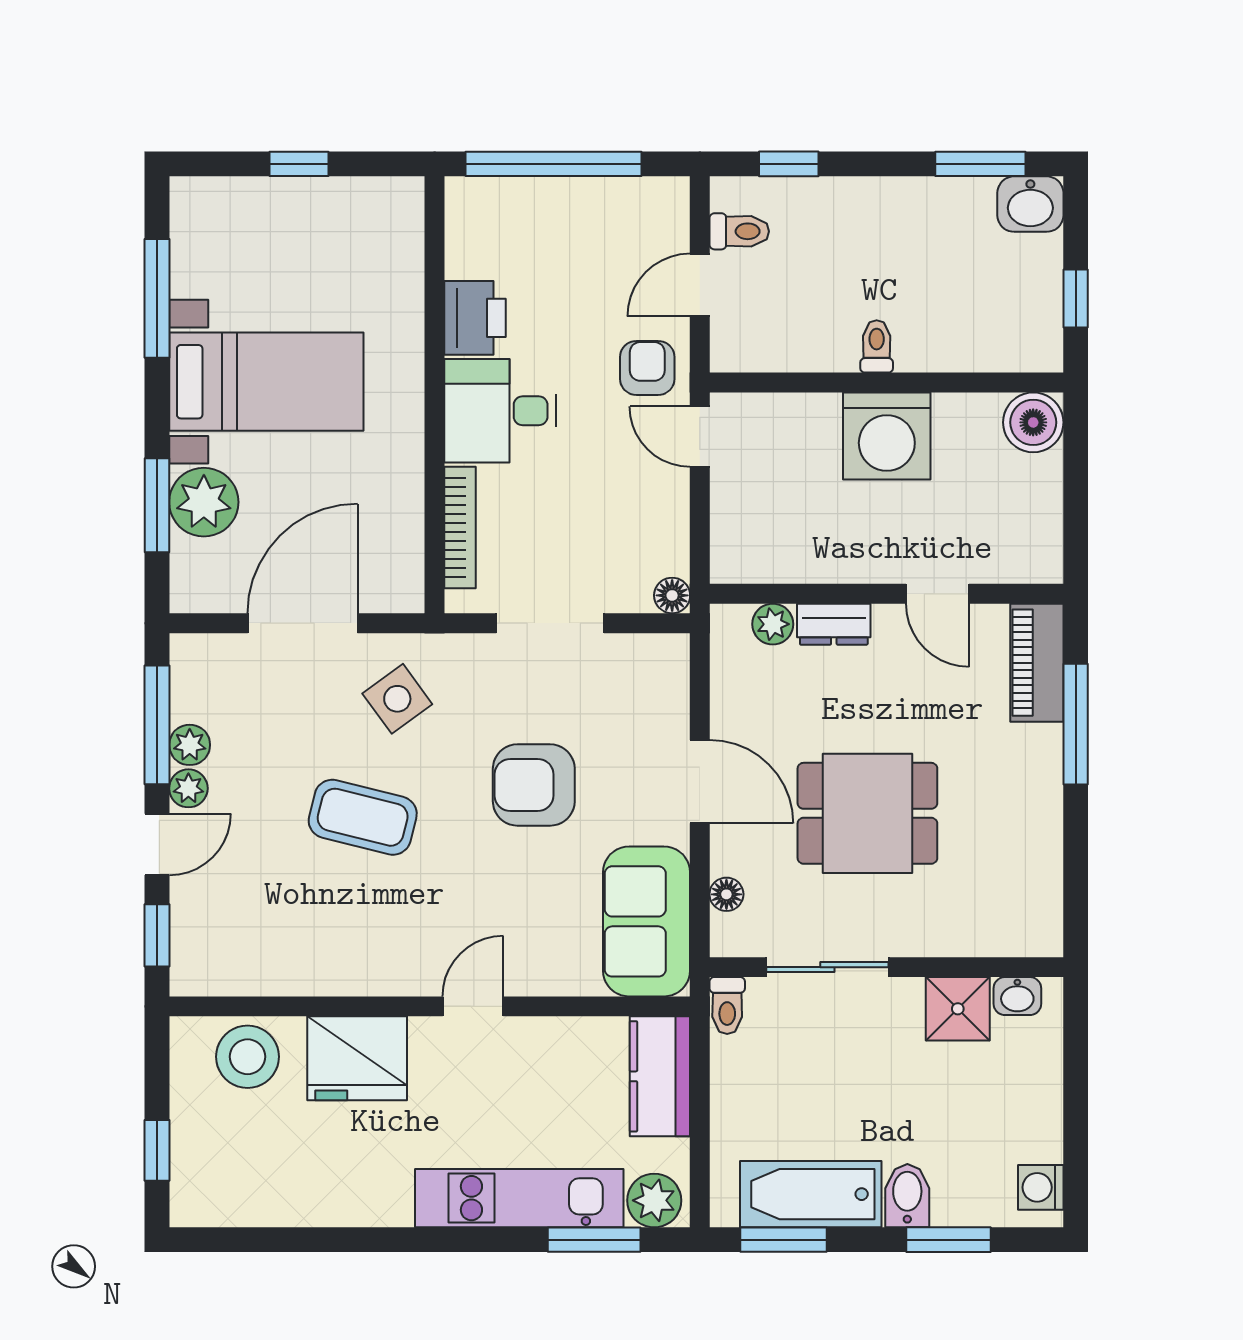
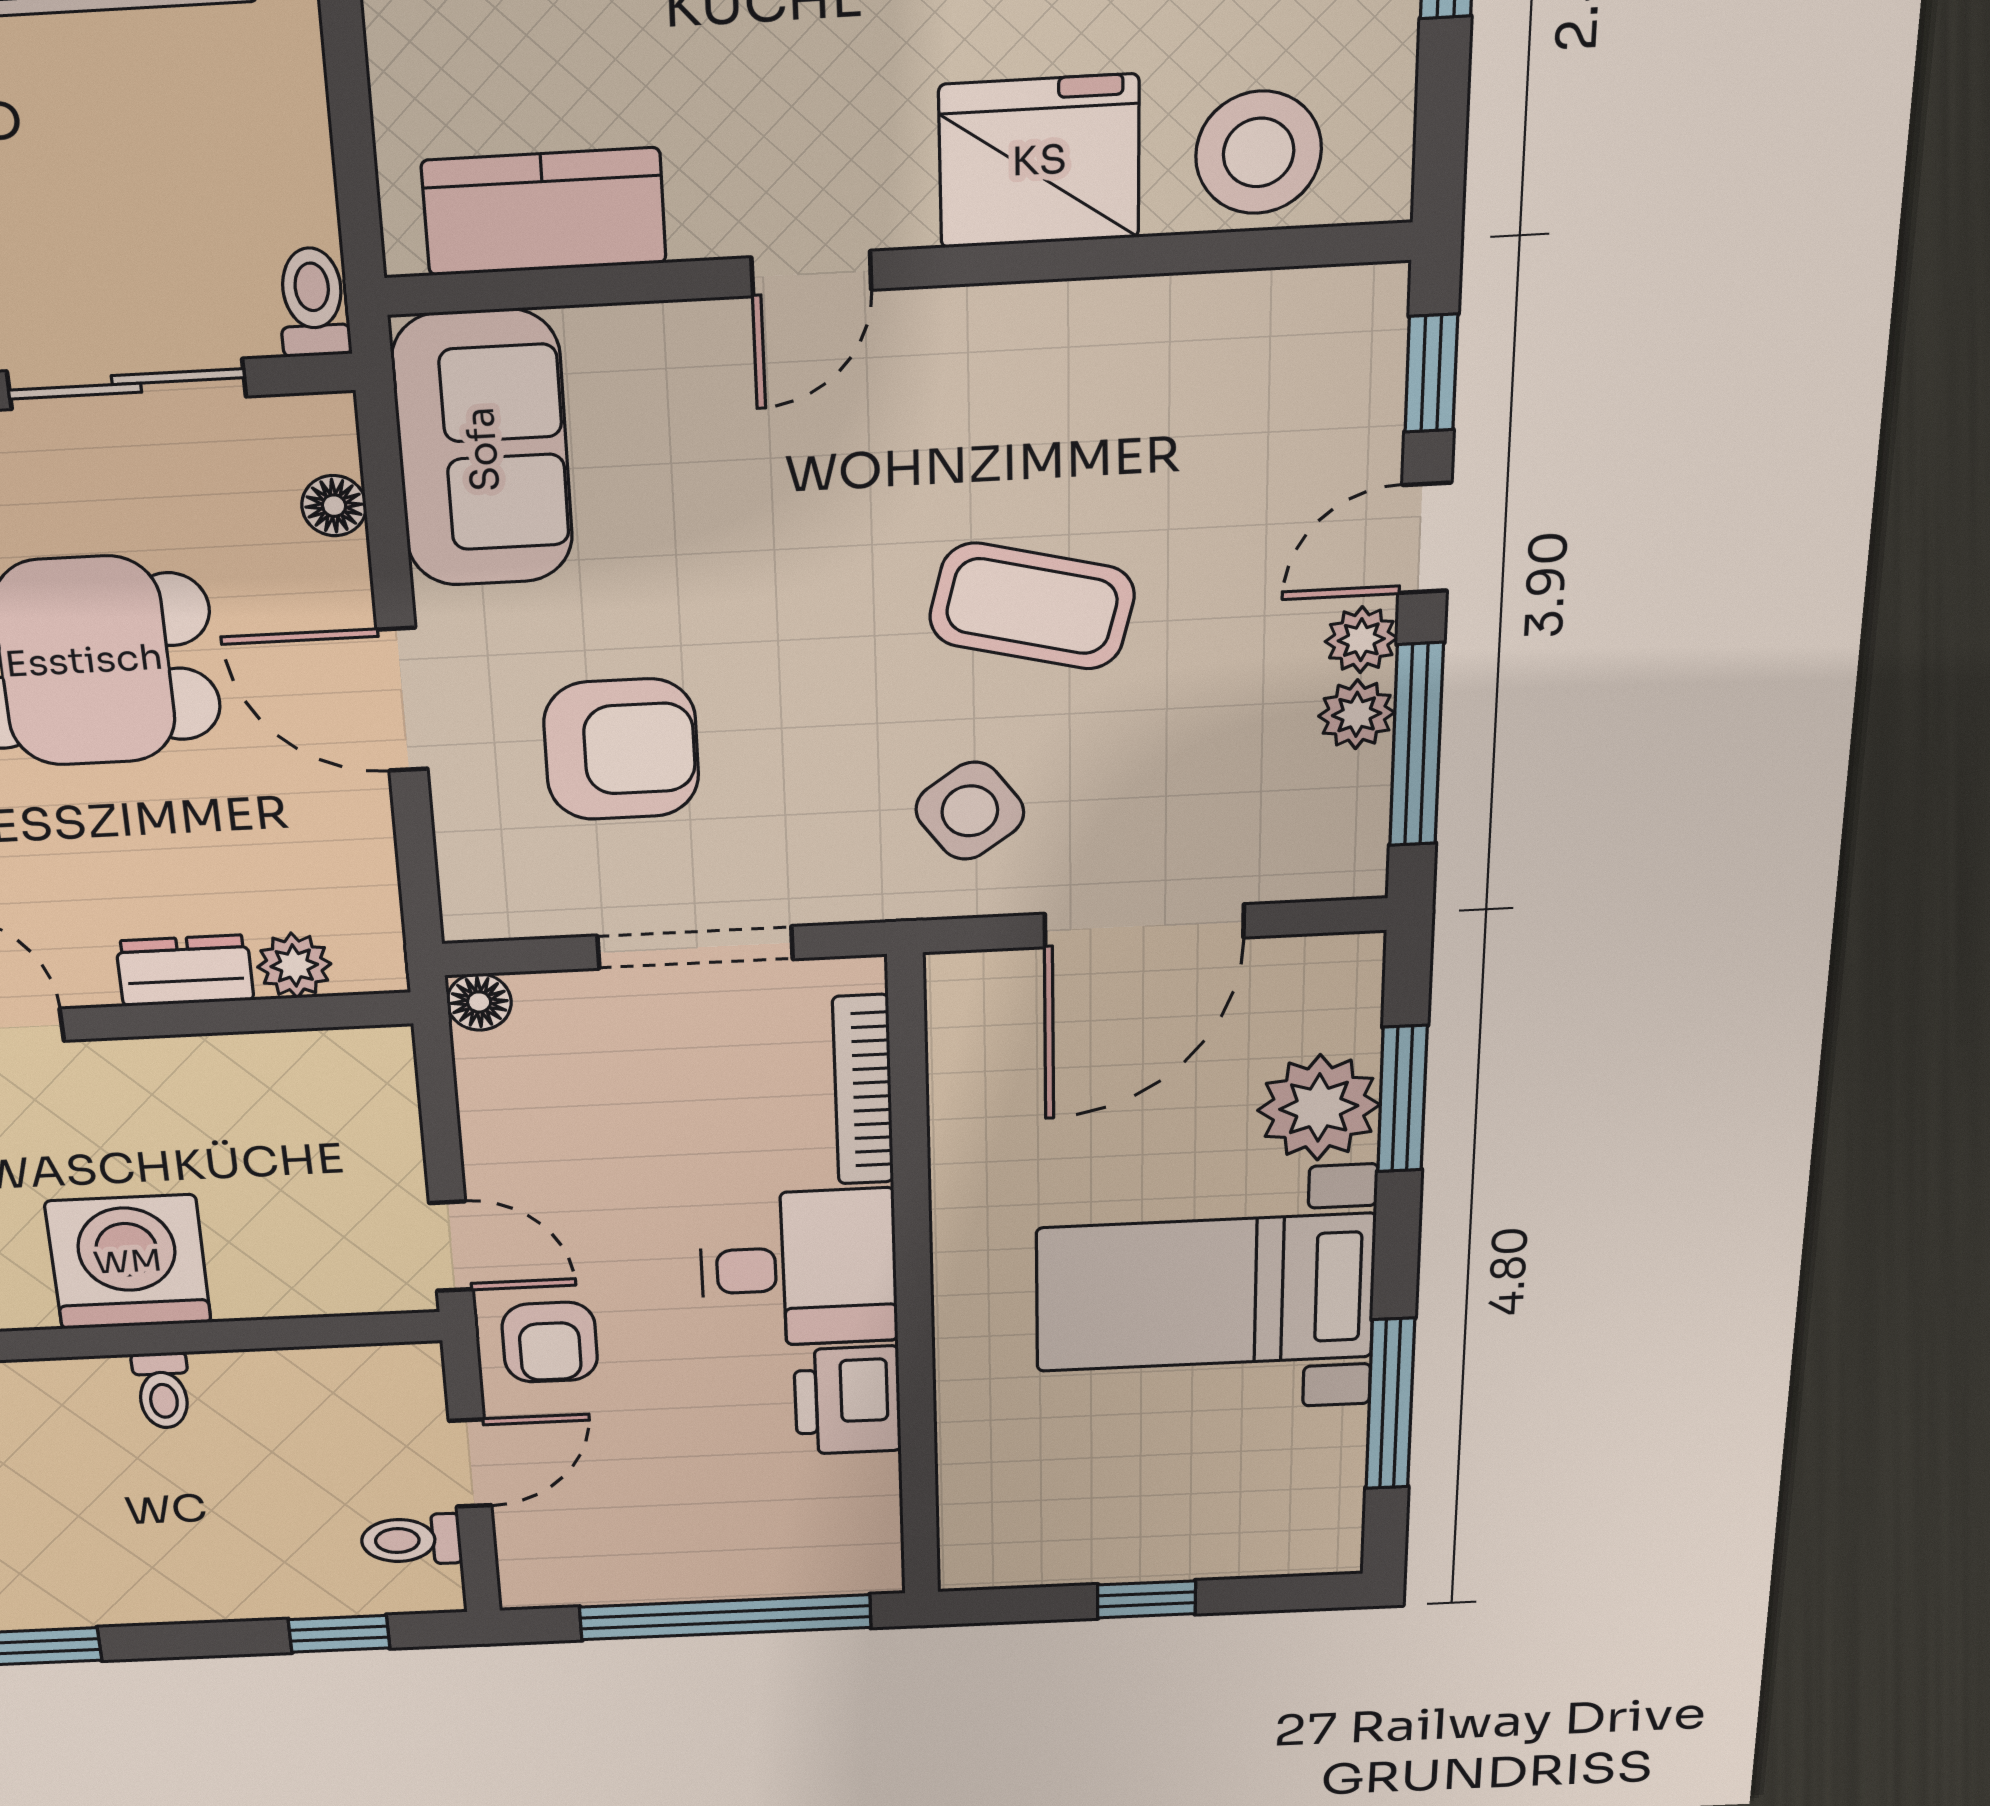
armchair: (534, 785) -> (621, 749), moved
kitchen counter: (660, 1076) -> (544, 212), moved, turned -90

